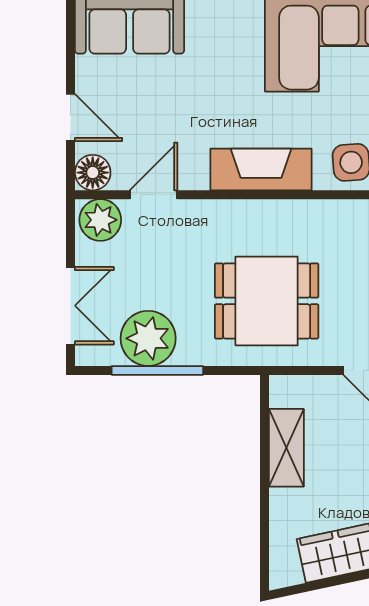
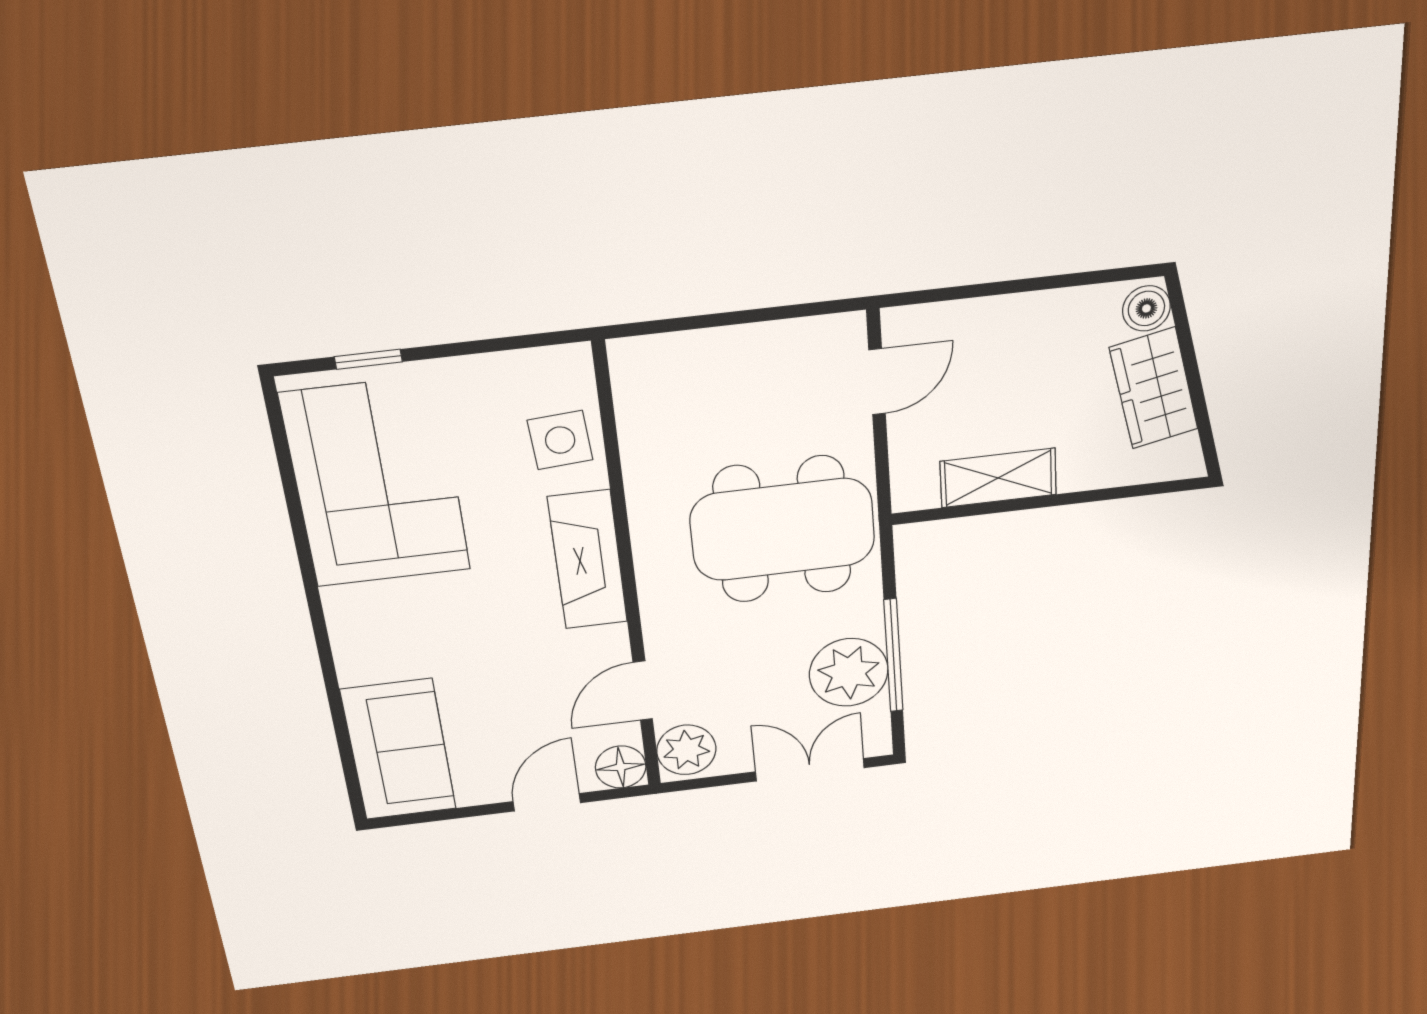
door: (154, 195) -> (643, 691), hinge flipped
dining table: (267, 301) -> (783, 530), width x1.37

